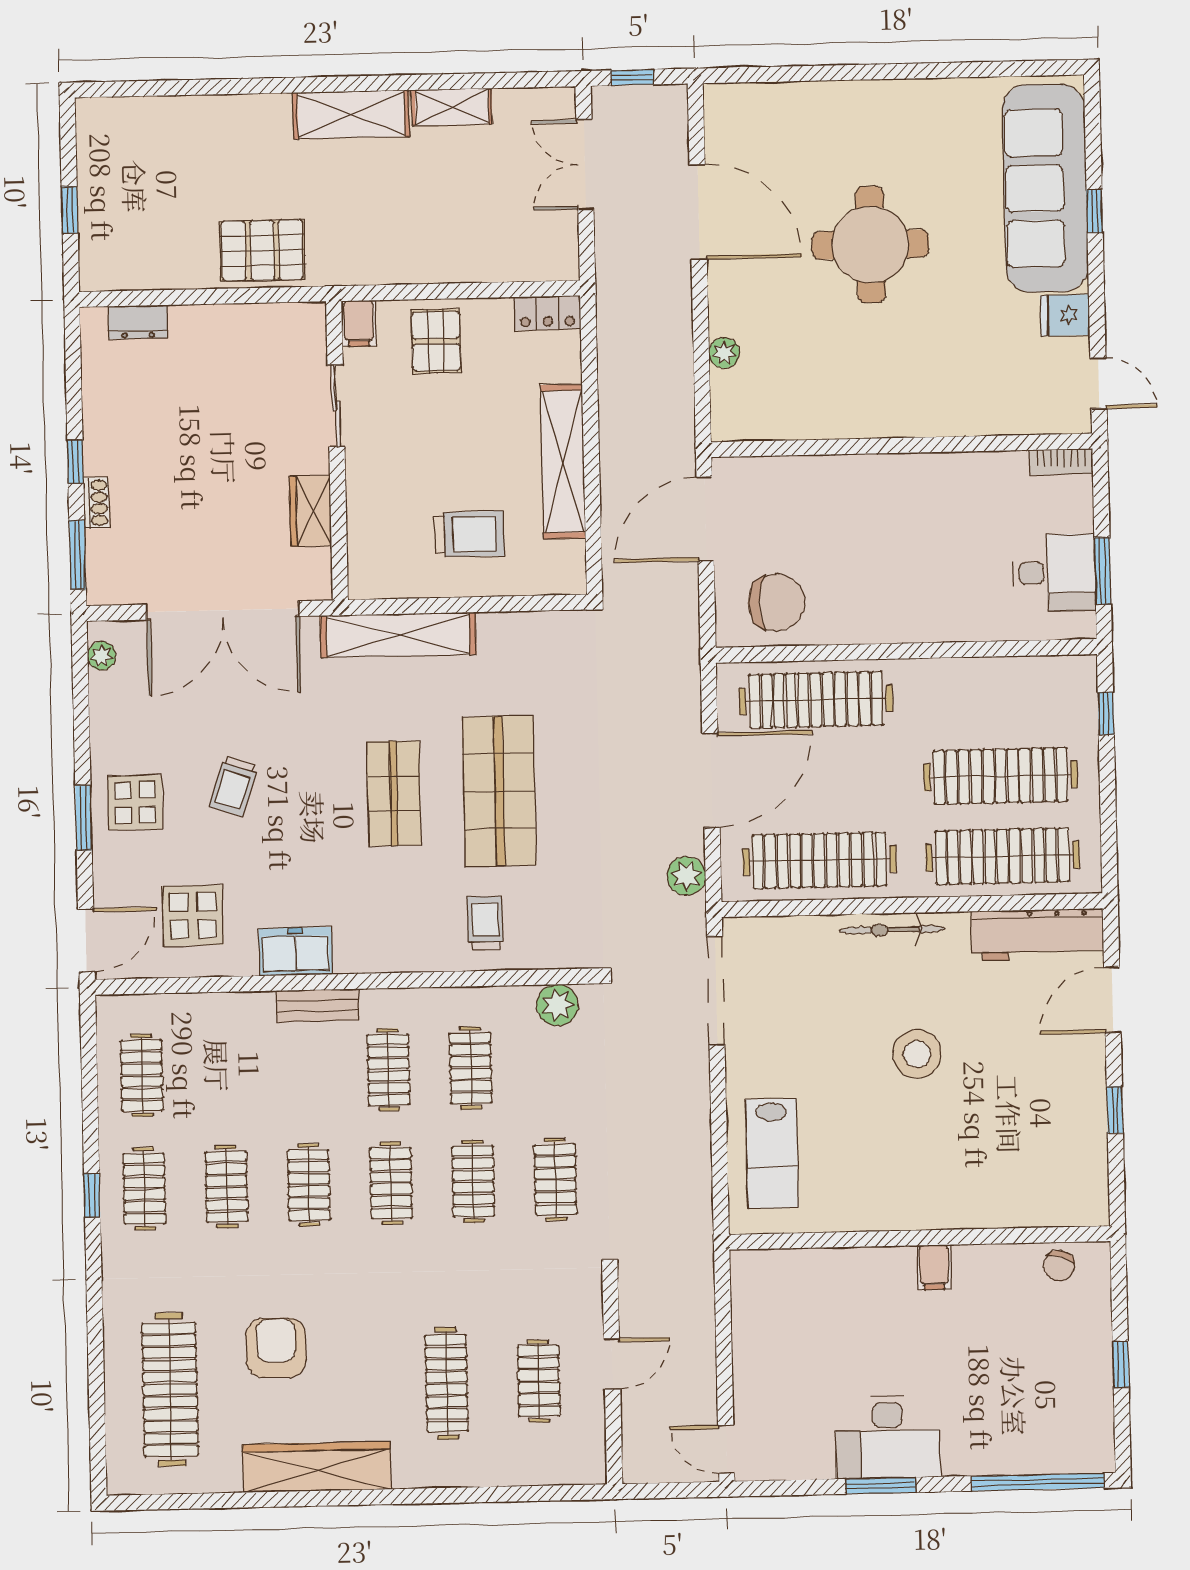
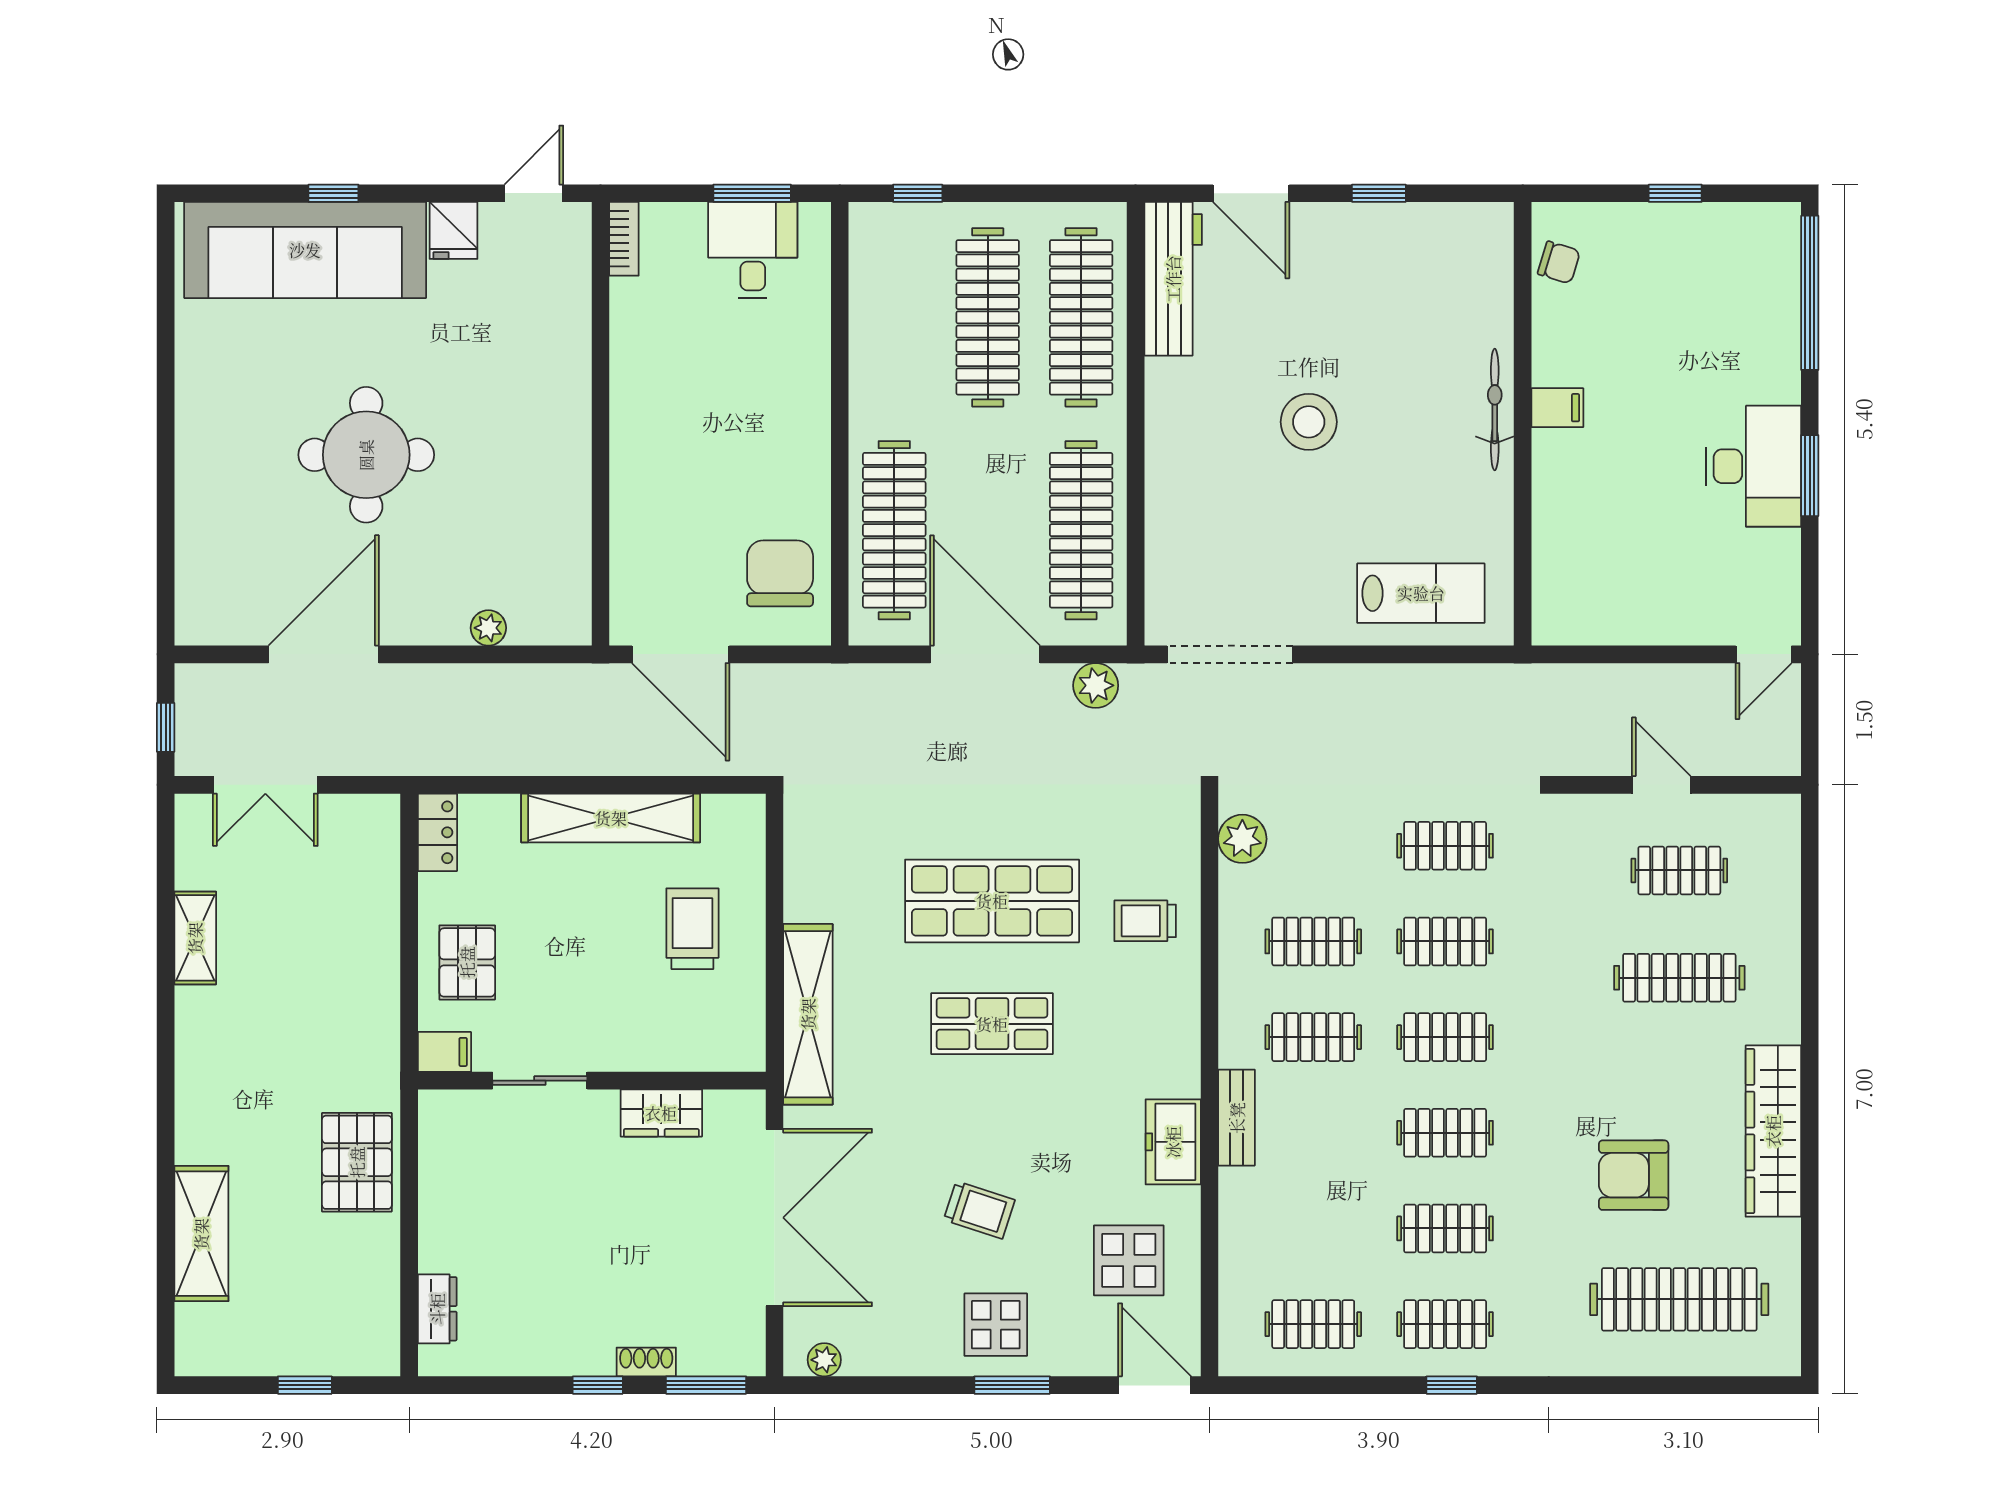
shelving: (351, 115) -> (201, 1234), moved
pallet: (436, 341) -> (467, 962), turned 90
bicycle: (892, 930) -> (1495, 409), moved, turned 180

